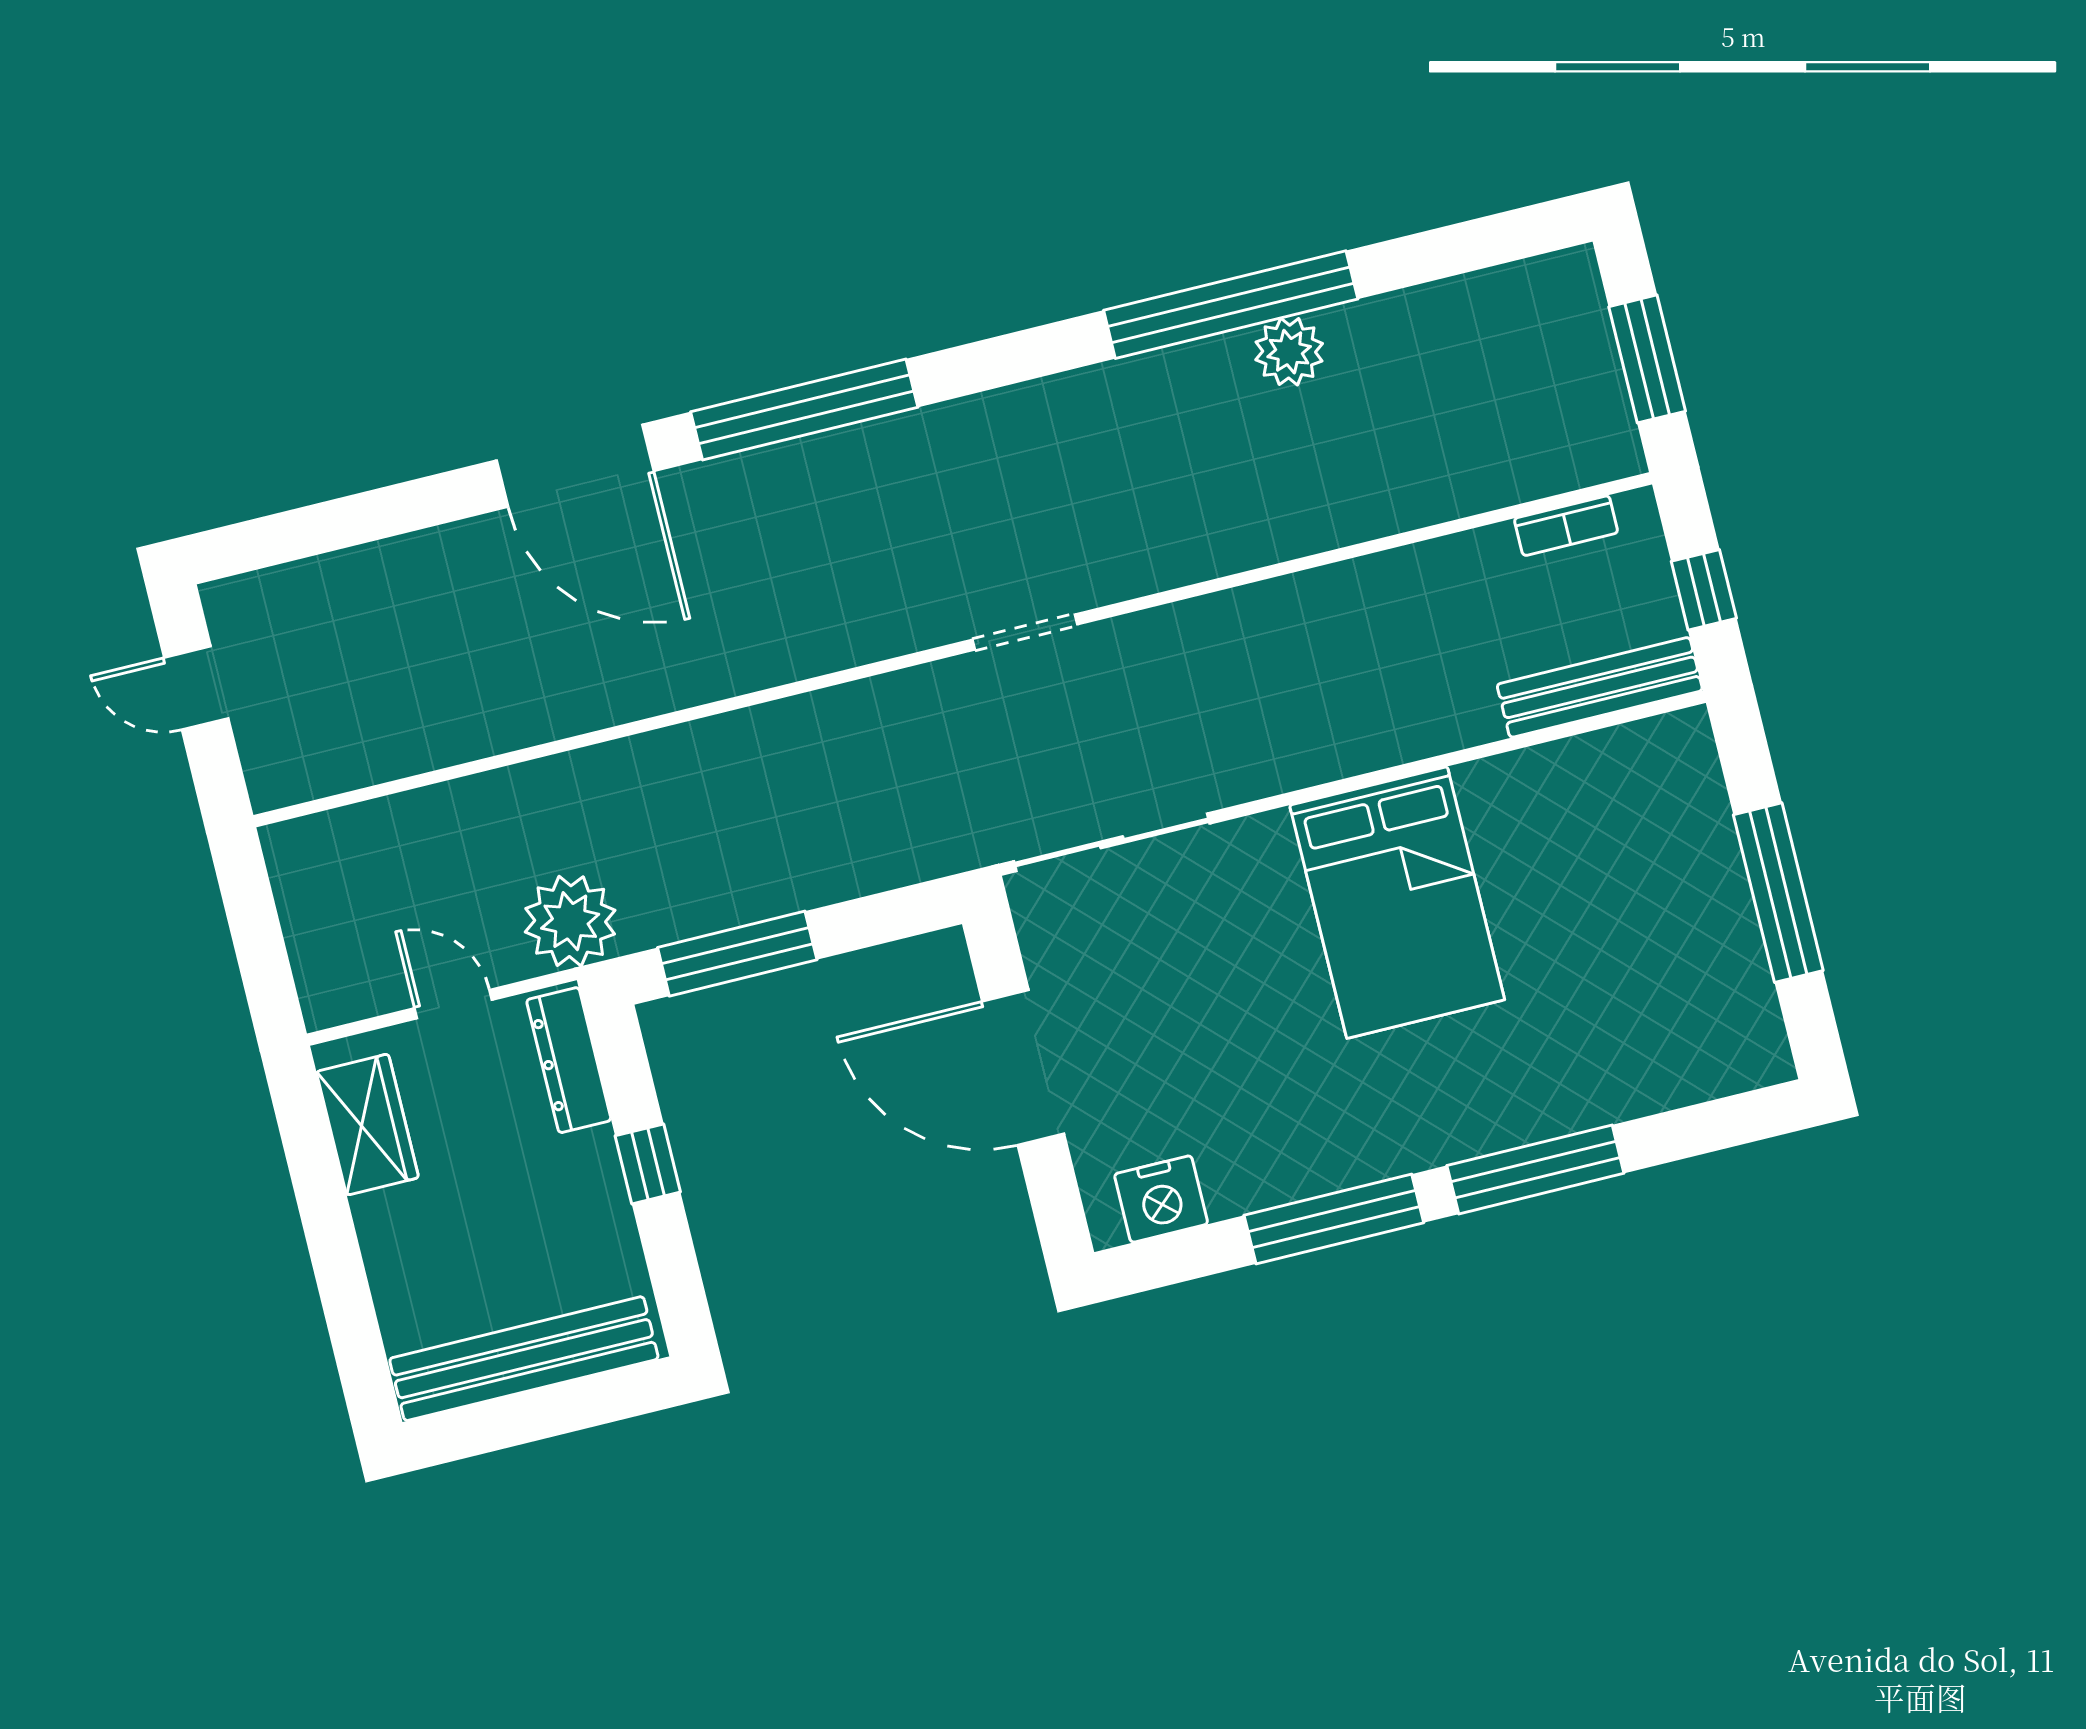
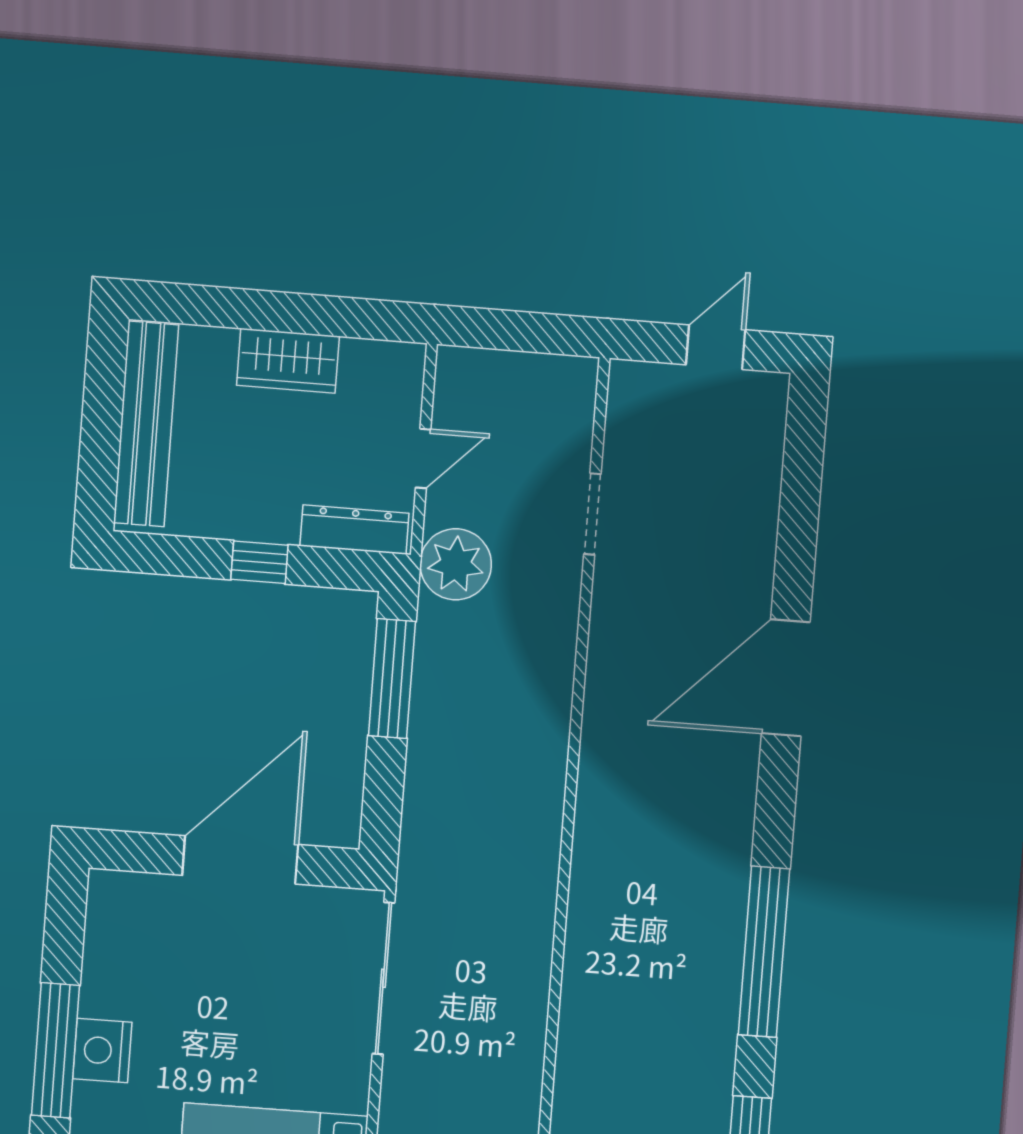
window: (804, 409) -> (764, 952), moved
doorway: (1025, 632) -> (592, 514), moved
wardrobe: (367, 1125) -> (288, 361), moved
nightstand: (1161, 1199) -> (102, 1051), moved

